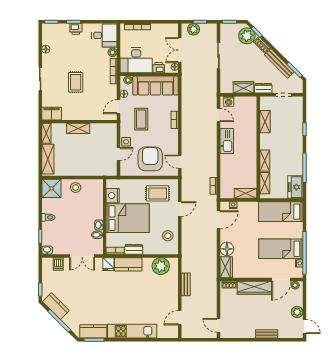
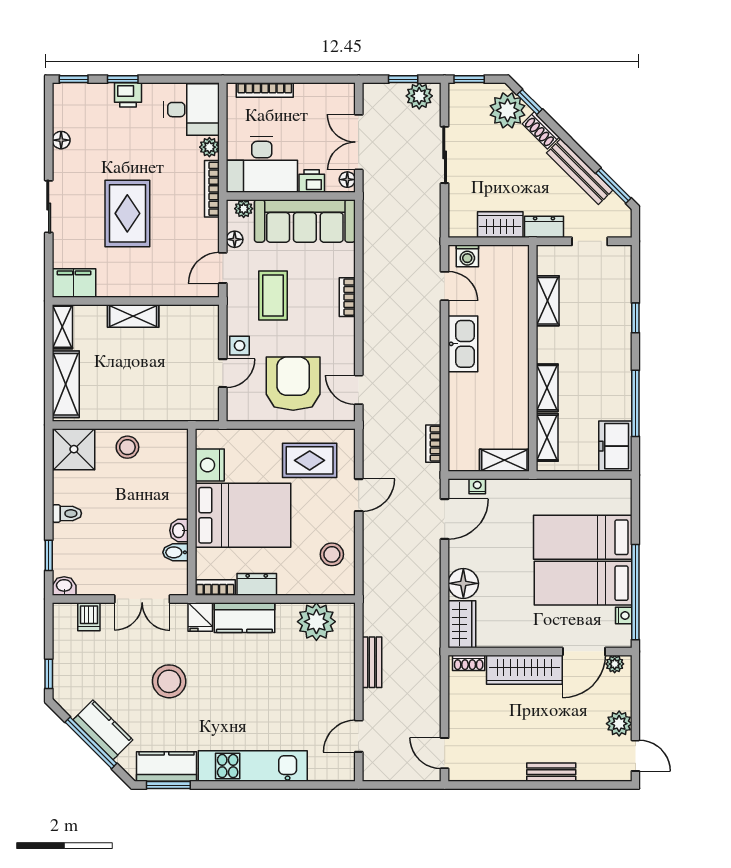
plant: (193, 29) -> (419, 96), moved
rug: (76, 82) -> (127, 213), width x1.36, depth x1.43
bed: (281, 212) -> (583, 537), moved
stool: (94, 293) -> (169, 681), added
kitchen counter: (56, 306) -> (103, 730), moved

